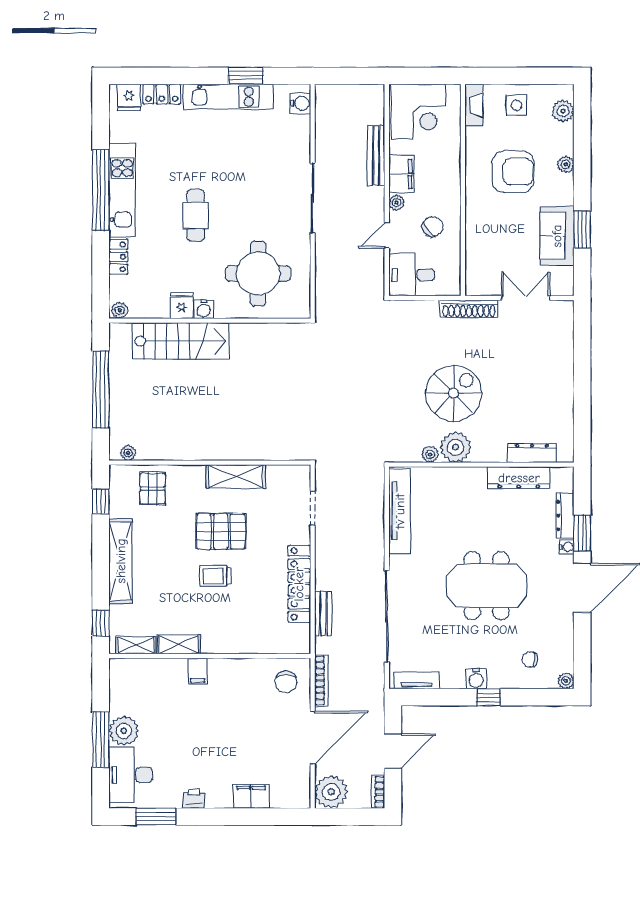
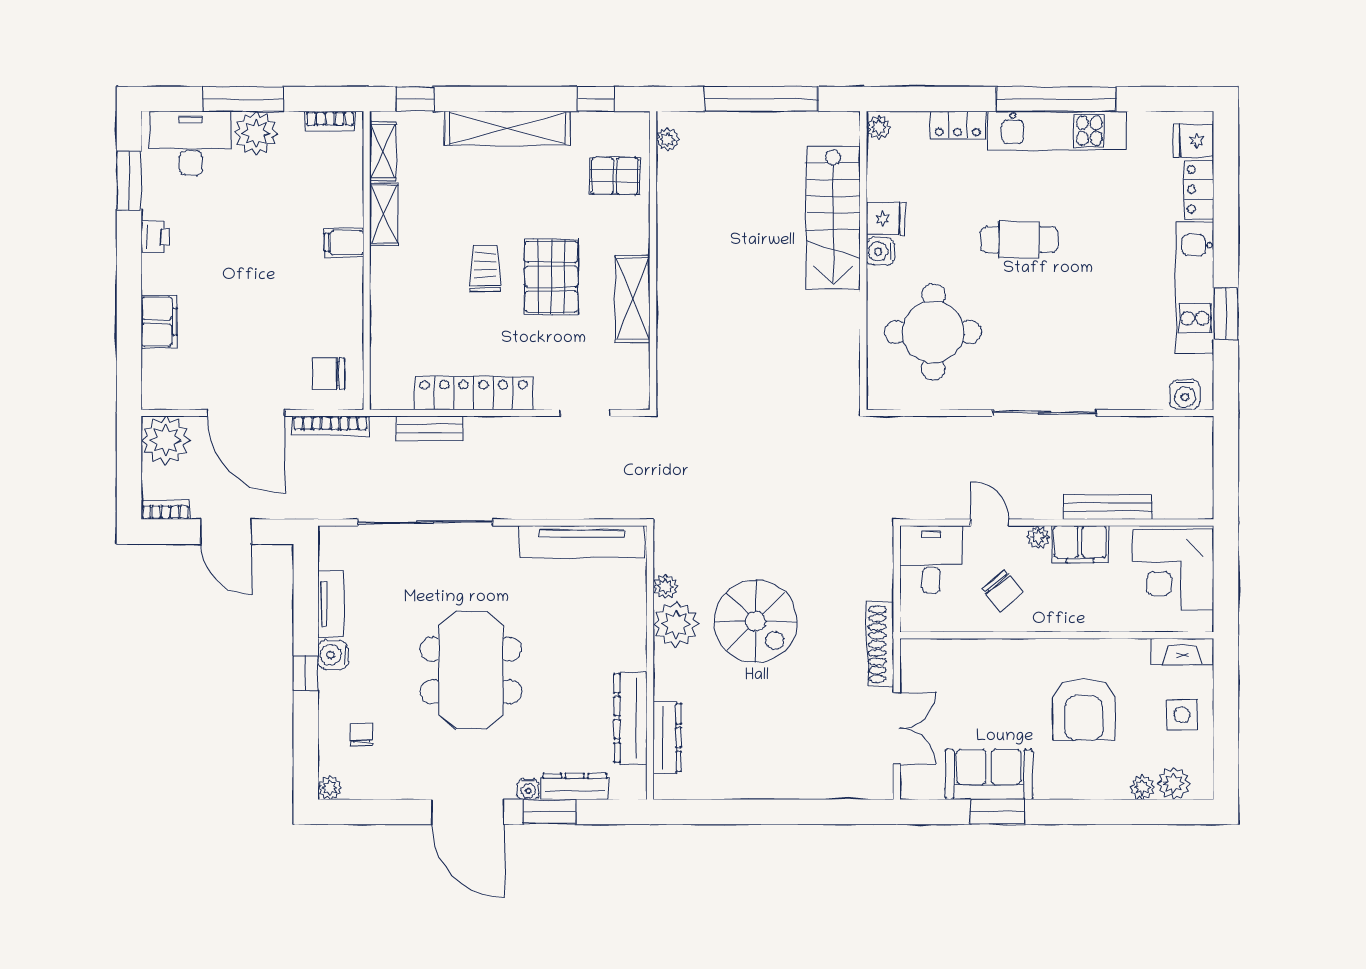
plant: (566, 164) -> (1142, 787), moved
tv unit: (417, 680) -> (331, 604), moved
bookcase: (116, 681) -> (330, 121), added

